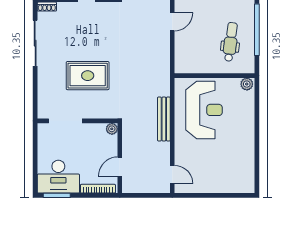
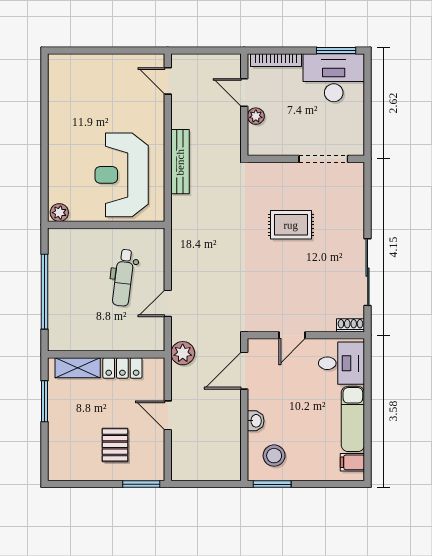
dental chair: (231, 42) -> (123, 278), moved
rug: (88, 76) -> (291, 225), width x0.73, depth x0.70
plant: (112, 129) -> (256, 116), moved
door: (120, 167) -> (244, 92), swing flipped

